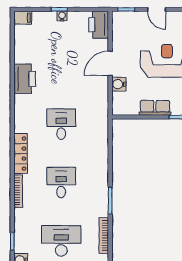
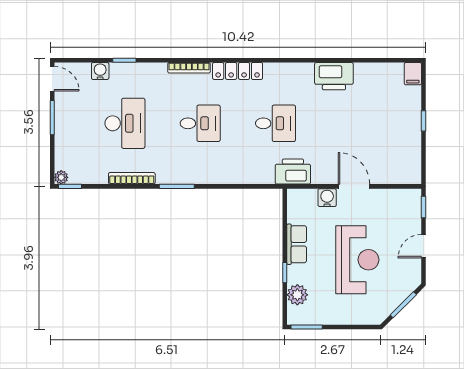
water cooler: (62, 16) -> (415, 124), removed
printer: (99, 25) -> (293, 172), moved

